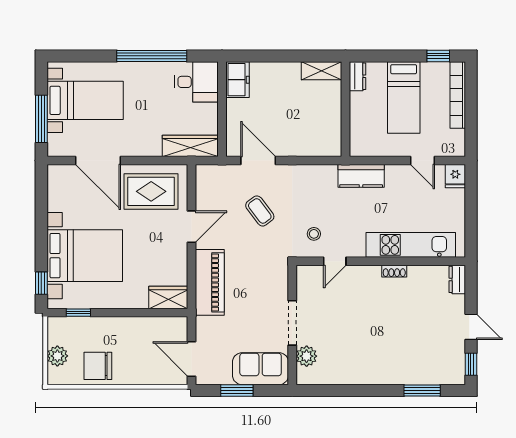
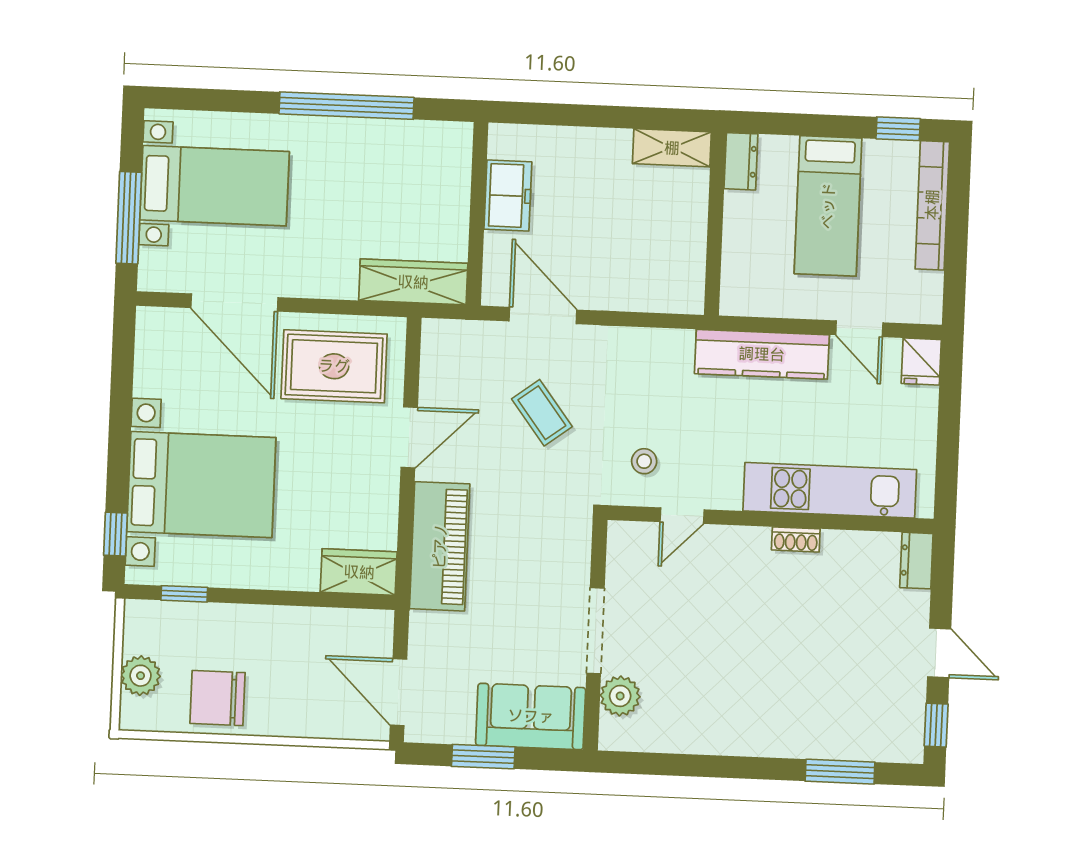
freezer: (237, 80) -> (508, 196), moved
desk: (196, 82) -> (430, 159), removed
kitchen counter: (361, 176) -> (762, 354), width x1.50

